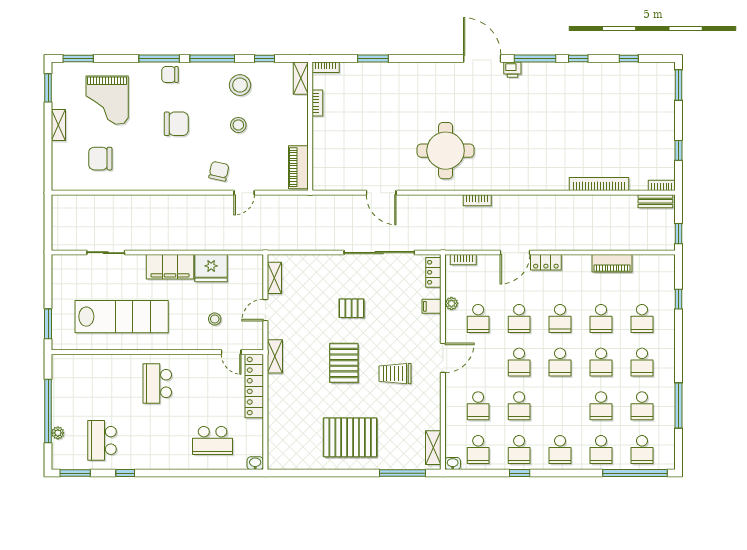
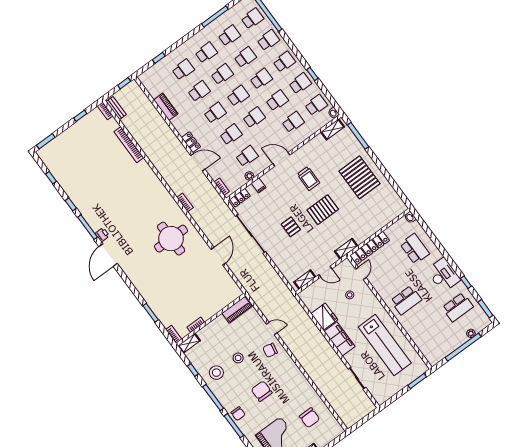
lab bench: (122, 317) -> (385, 345), turned 180
school desk: (560, 406) -> (261, 79), added
desk: (154, 452) -> (443, 275), added

